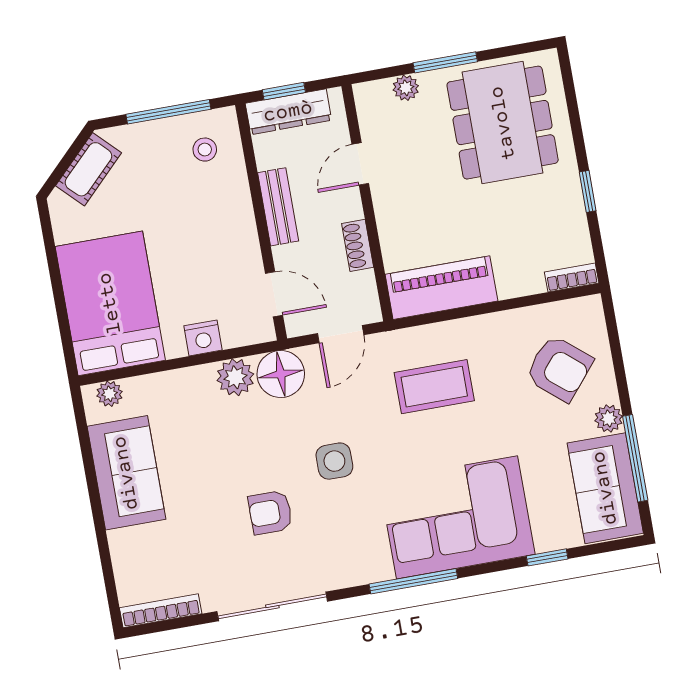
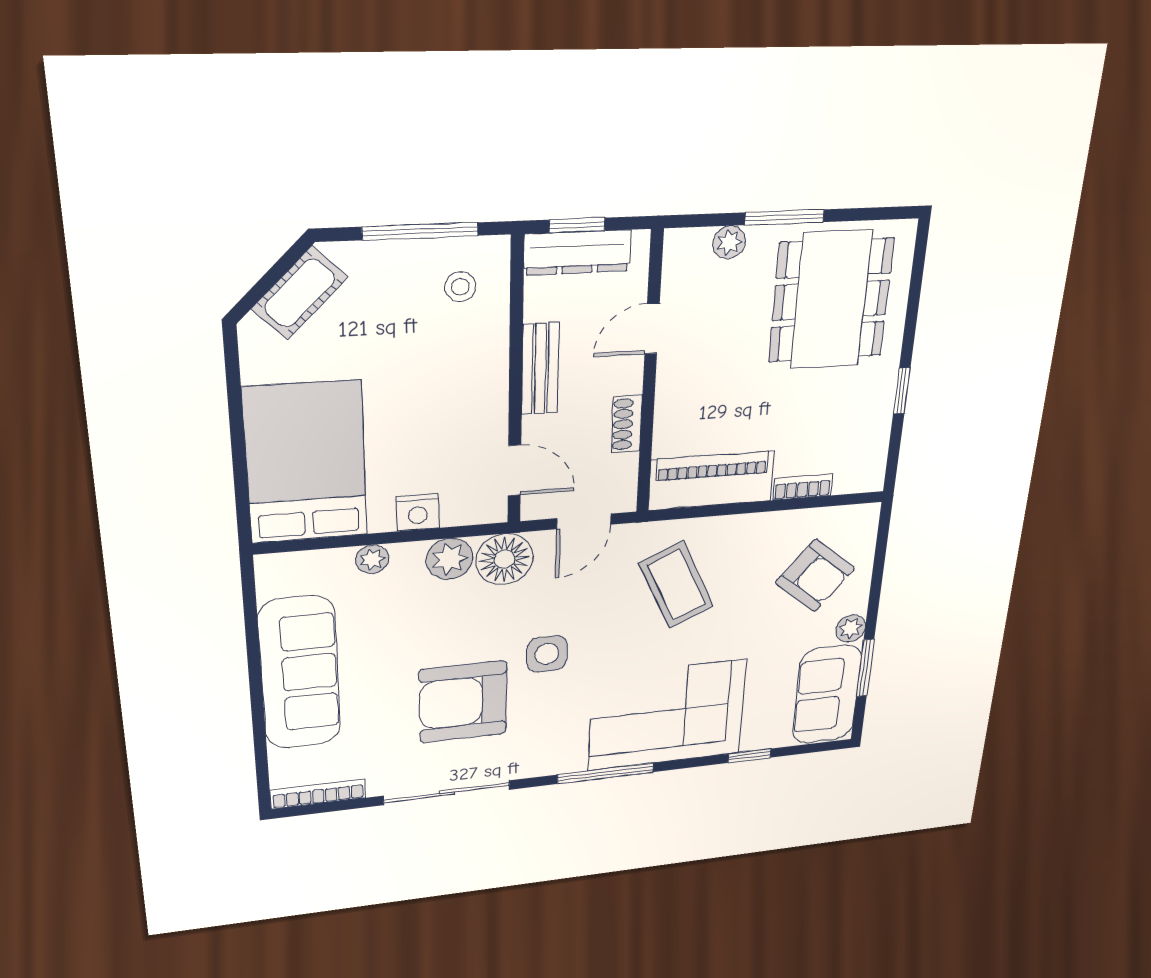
bookcase: (572, 277) -> (803, 487), moved
coffee table: (434, 387) -> (676, 585), turned 65
plant: (110, 394) -> (372, 559), moved
window: (635, 458) -> (865, 668), width x0.69
sofa: (126, 473) -> (300, 673), width x1.36
armchair: (270, 512) -> (463, 702), width x1.88, depth x1.88

